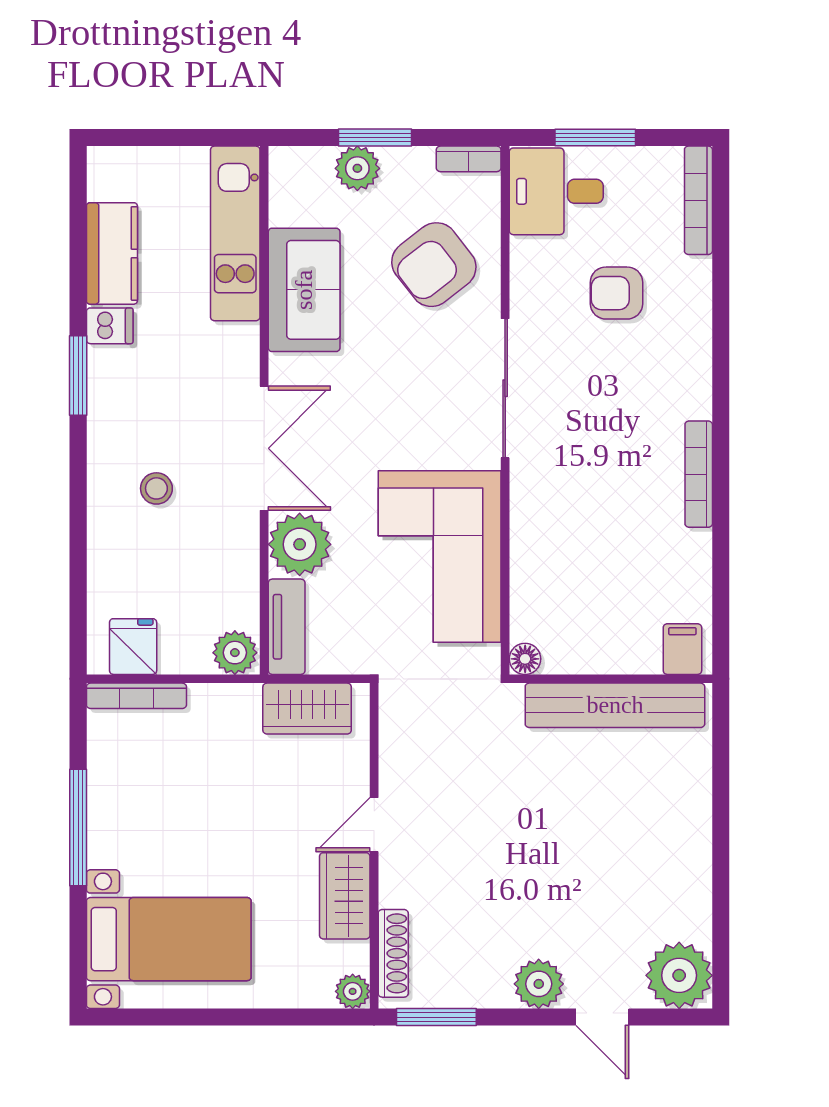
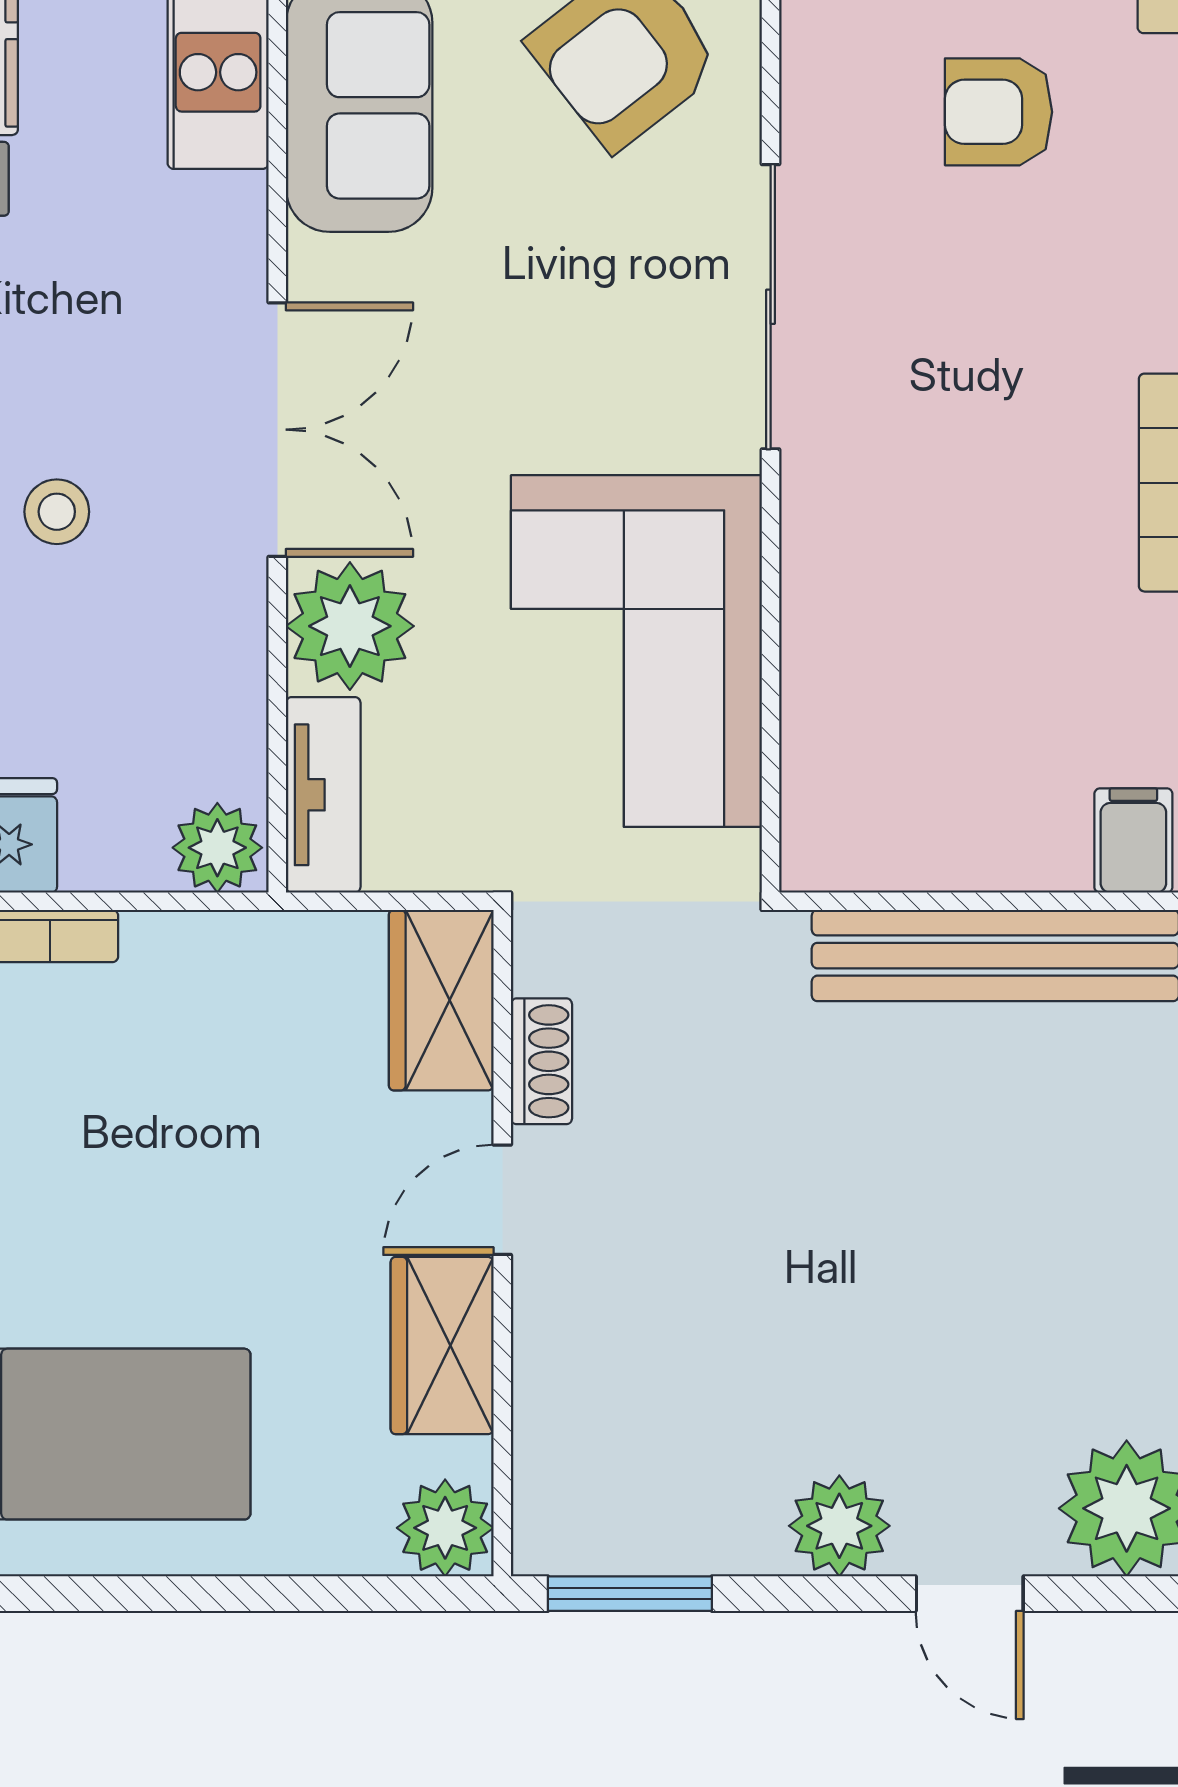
floor lamp: (525, 659) -> (811, 861), removed
wardrobe: (307, 709) -> (441, 1000), moved, turned 90
shoe rack: (393, 953) -> (541, 1061), moved, width x0.70
plant: (353, 991) -> (445, 1528), width x1.38, depth x1.38

